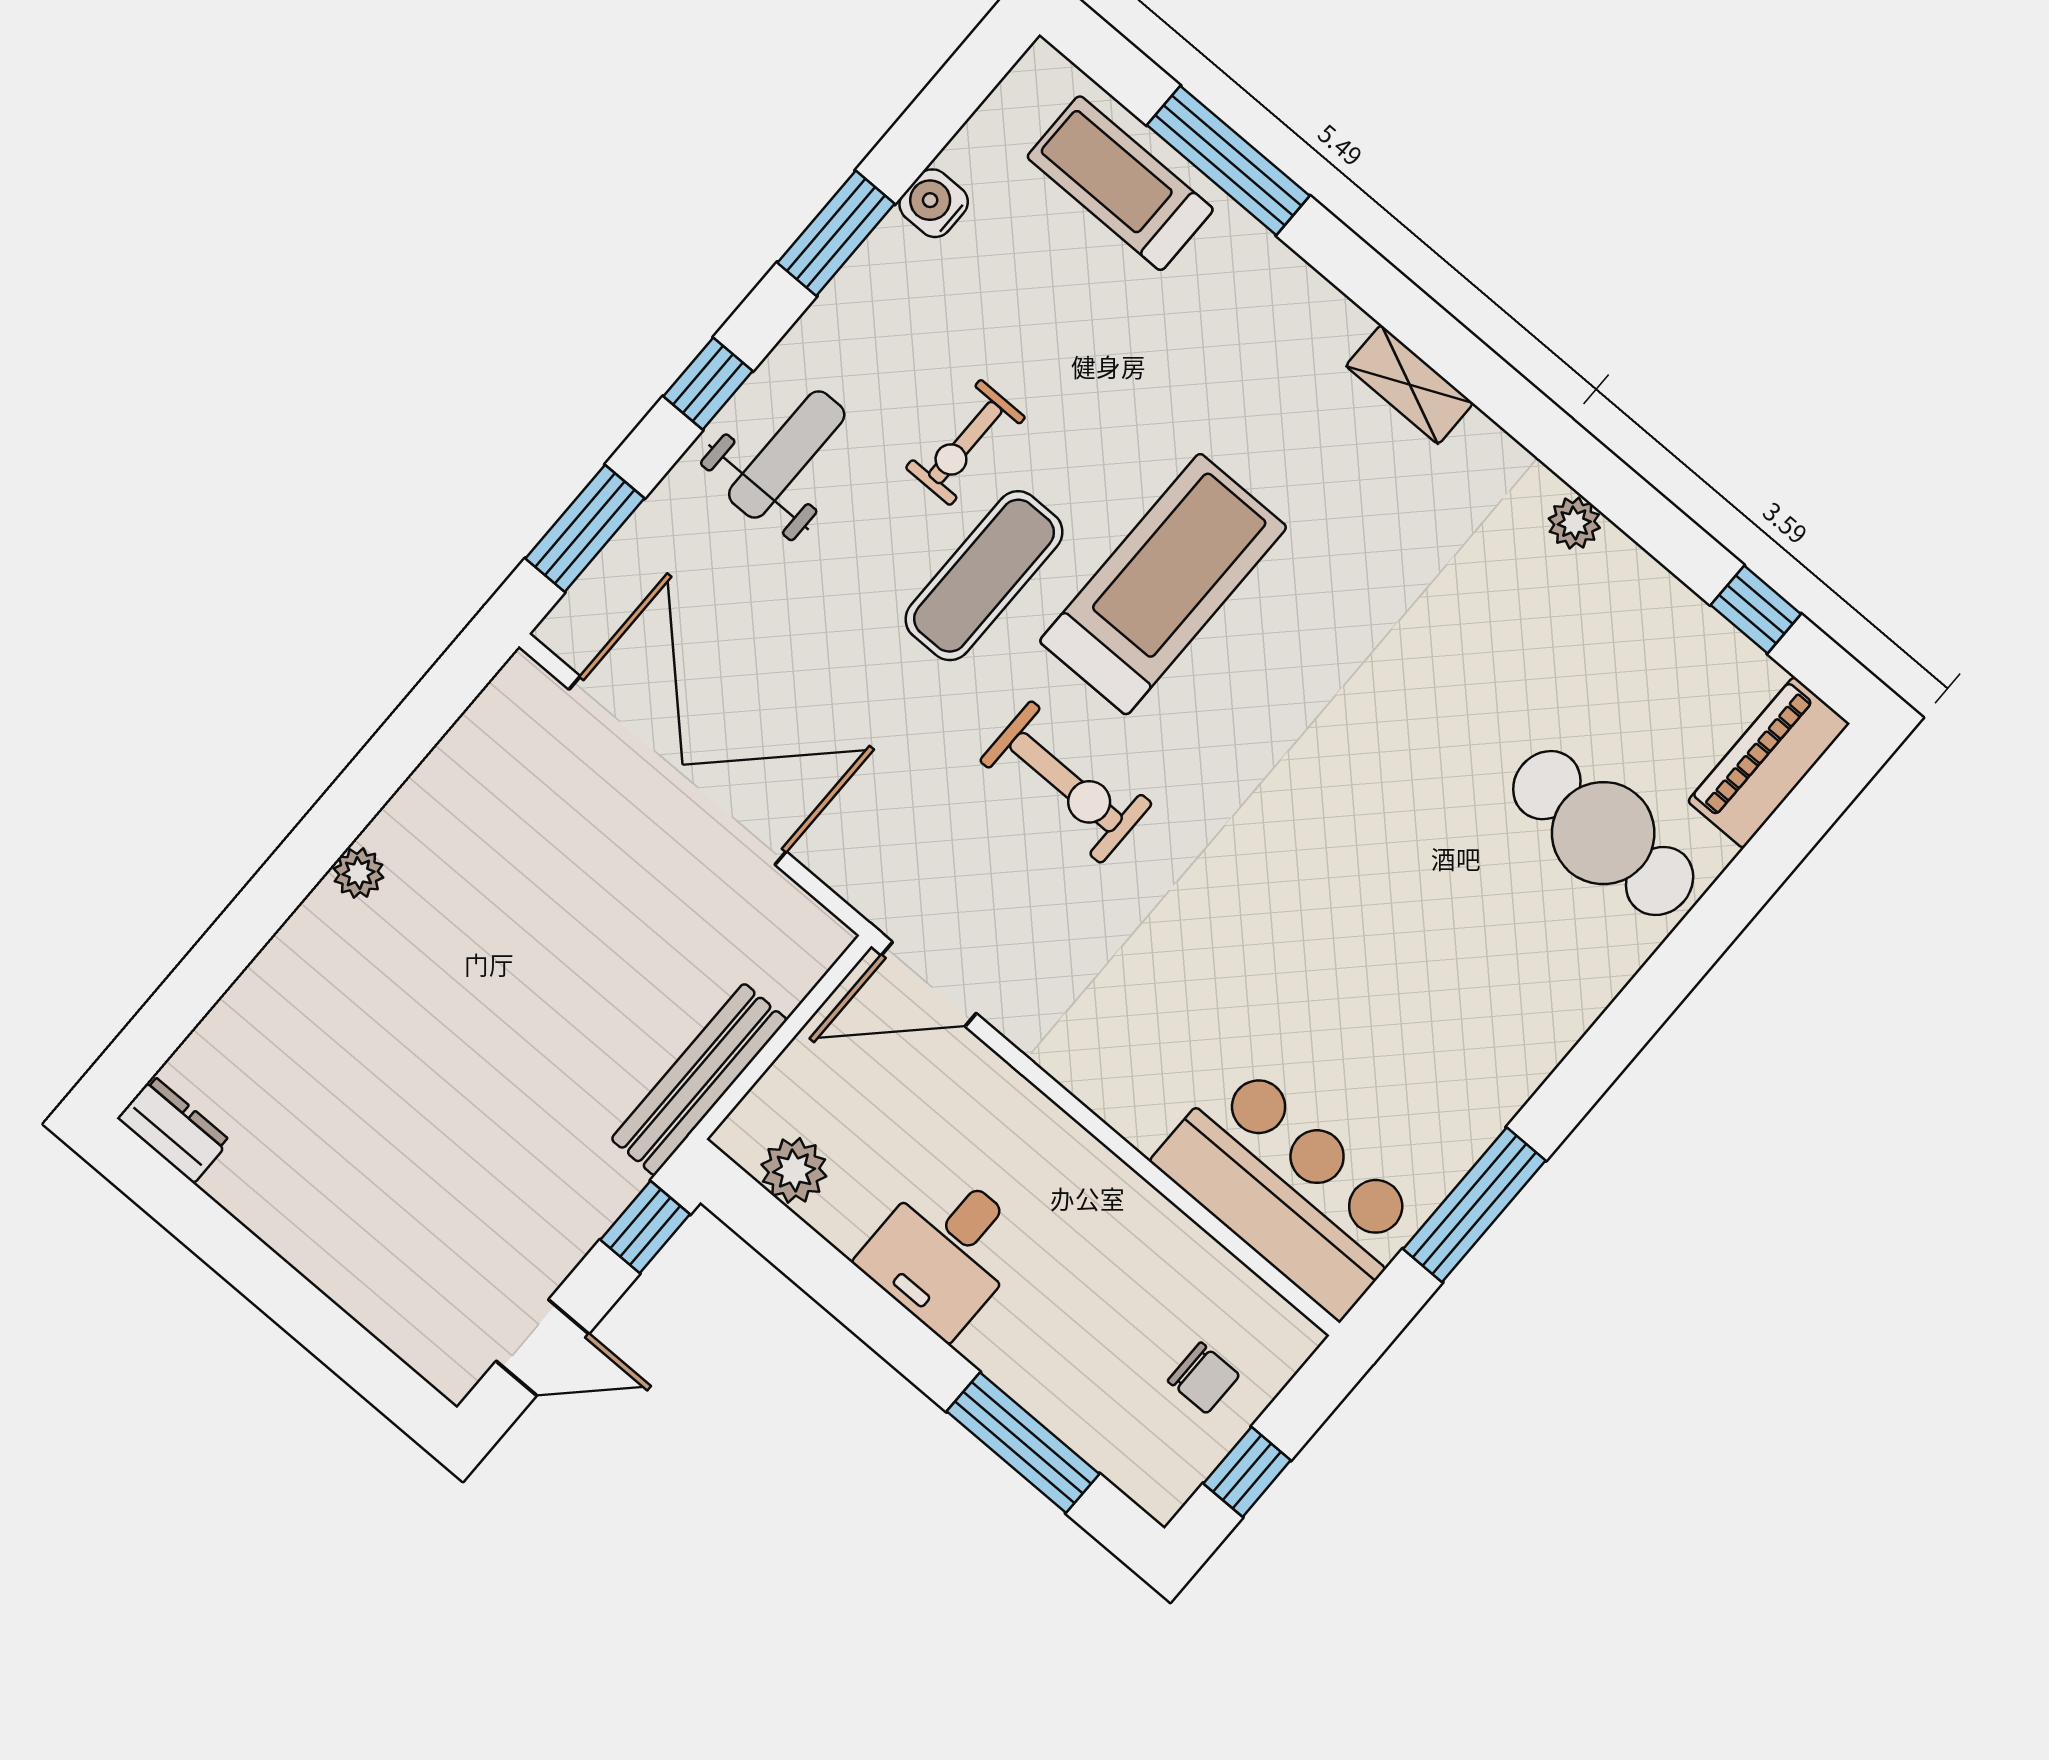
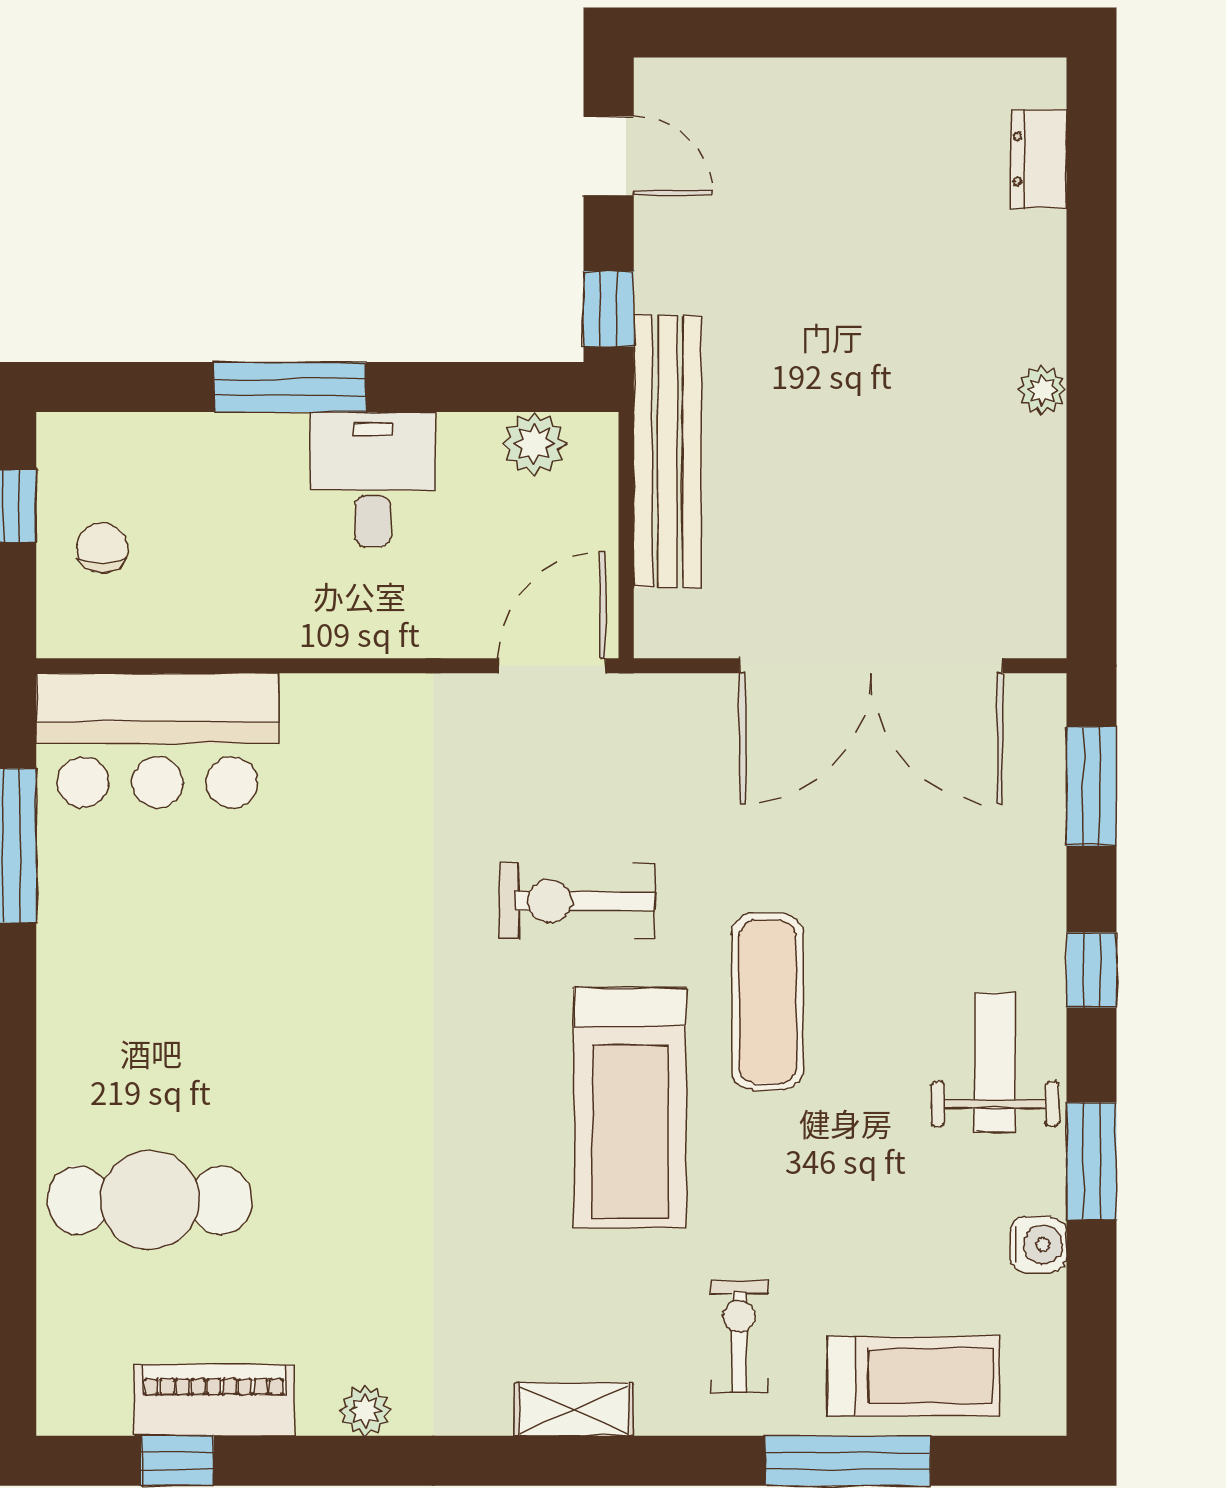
exercise bike: (965, 443) -> (739, 1337), moved
weight bench: (787, 454) -> (995, 1062), moved, turned 180
piano: (1769, 762) -> (214, 1400), moved, turned -90
bench: (699, 1079) -> (667, 452), width x1.37, depth x1.21
dresser: (174, 1130) -> (1039, 159), moved, turned 90
door: (543, 1348) -> (609, 156), swing flipped
chair: (1204, 1378) -> (102, 548), turned 90
window: (1023, 1443) -> (290, 387), moved

